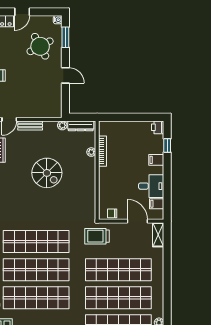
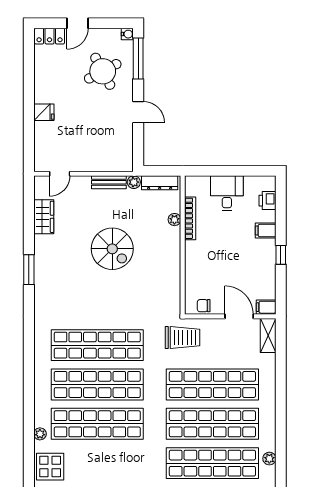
window: (65, 37) -> (138, 59), width x1.44
bench: (30, 125) -> (109, 182), moved
printer: (158, 127) -> (267, 201), moved
window: (167, 145) -> (281, 255), moved
desk: (151, 186) -> (227, 193), moved, turned -90
filing cabinet: (157, 204) -> (266, 307), moved
trolley: (97, 236) -> (183, 338), turned 180

